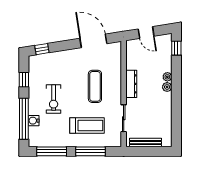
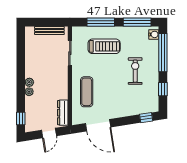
door: (146, 33) -> (49, 133), swing flipped
dresser: (131, 84) -> (63, 113), moved
exercise mat: (95, 86) -> (87, 92), moved
water cooler: (34, 121) -> (154, 34), moved
treadmill: (87, 126) -> (104, 46), turned 180

